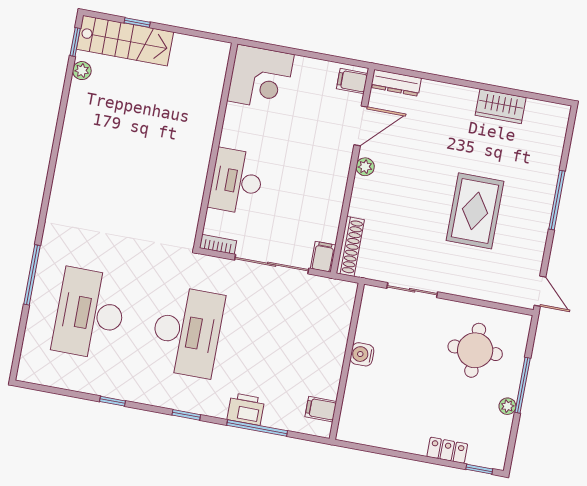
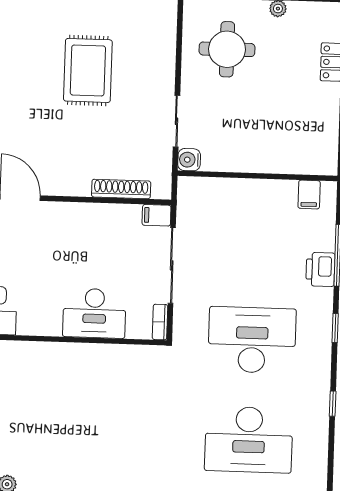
plant: (365, 167) -> (60, 187), removed
rug: (475, 211) -> (88, 70), turned 90
shoe rack: (350, 246) -> (121, 189), moved
water cooler: (362, 354) -> (189, 160), moved, turned 90

